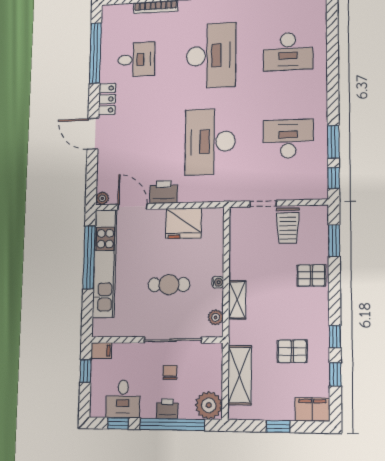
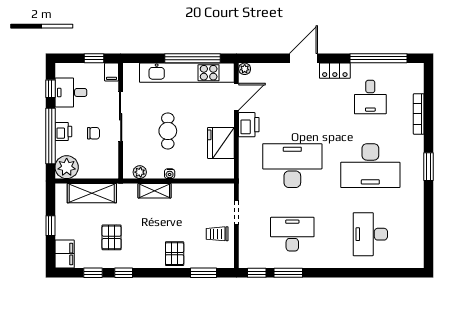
desk: (288, 139) -> (292, 234), turned -90
trolley: (288, 225) -> (217, 234), width x0.73, depth x0.72
sliding door: (173, 340) -> (121, 117), moved

